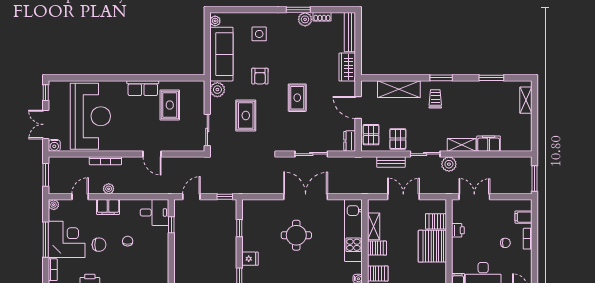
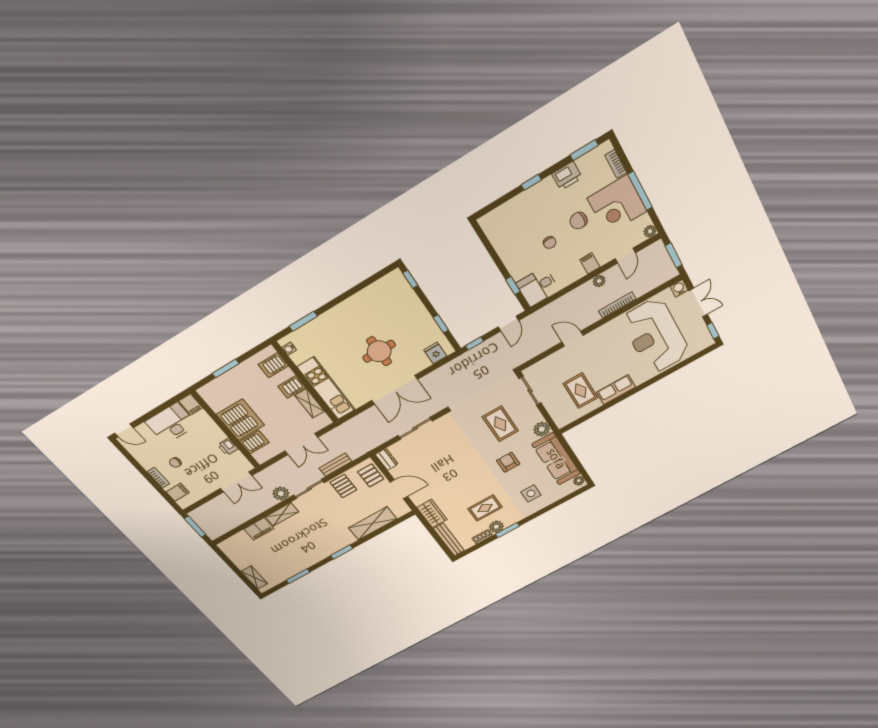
rug: (297, 98) -> (485, 508), moved, turned 90
trolley: (435, 99) -> (334, 534), removed
filing cabinet: (108, 207) -> (590, 263), width x0.50
fridge: (250, 259) -> (435, 353), moved, turned 90

